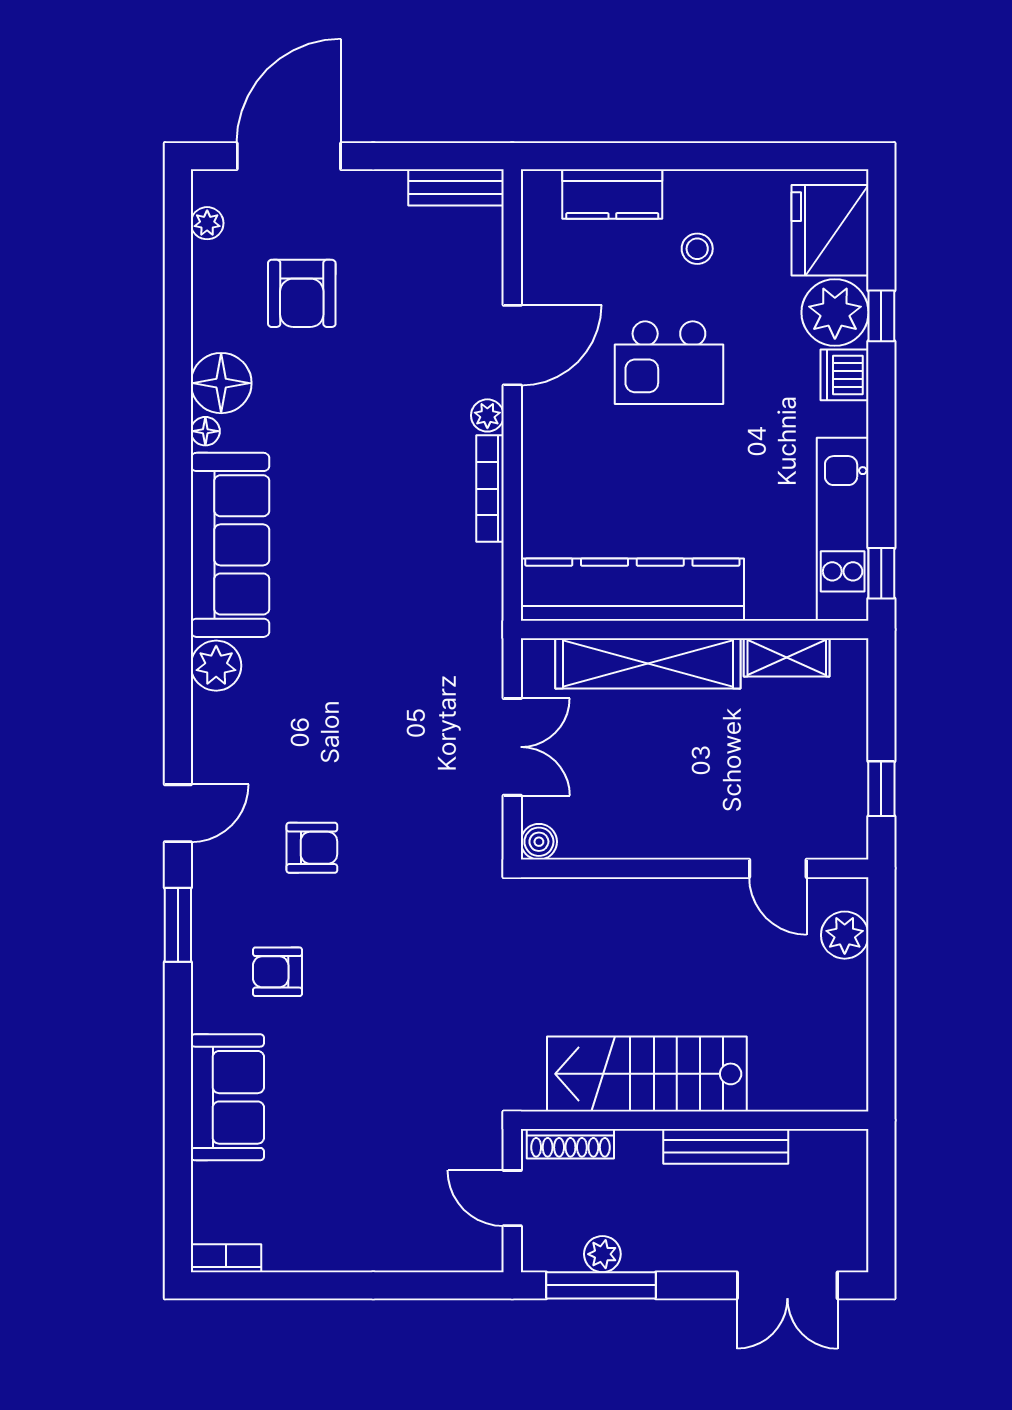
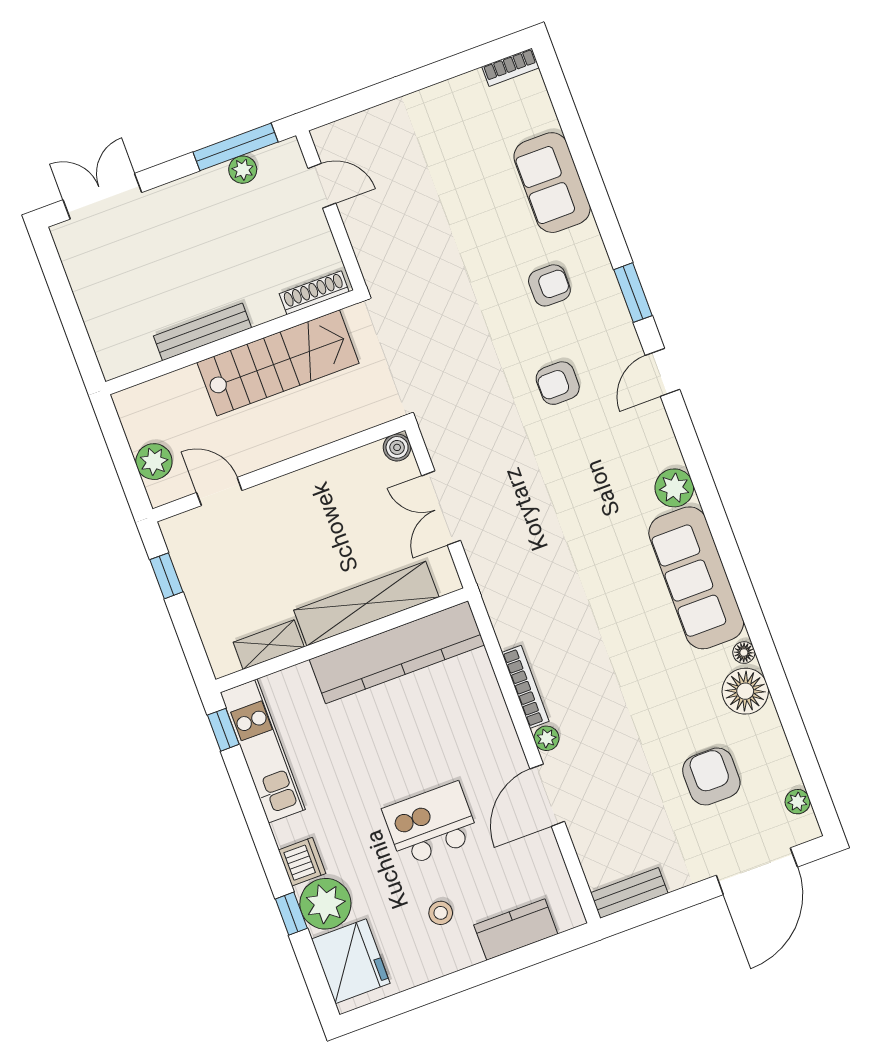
stairs: (647, 1074) -> (278, 363), moved
wall: (695, 1120) -> (232, 342), moved
shoe rack: (570, 1144) -> (314, 293), moved
bench: (726, 1146) -> (203, 332), moved

